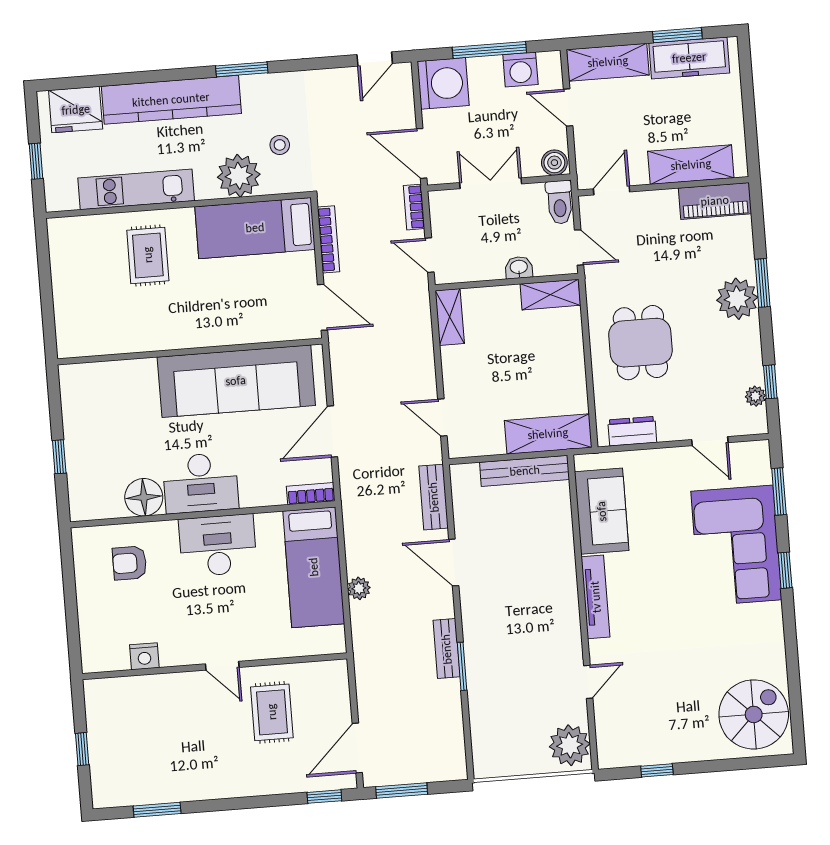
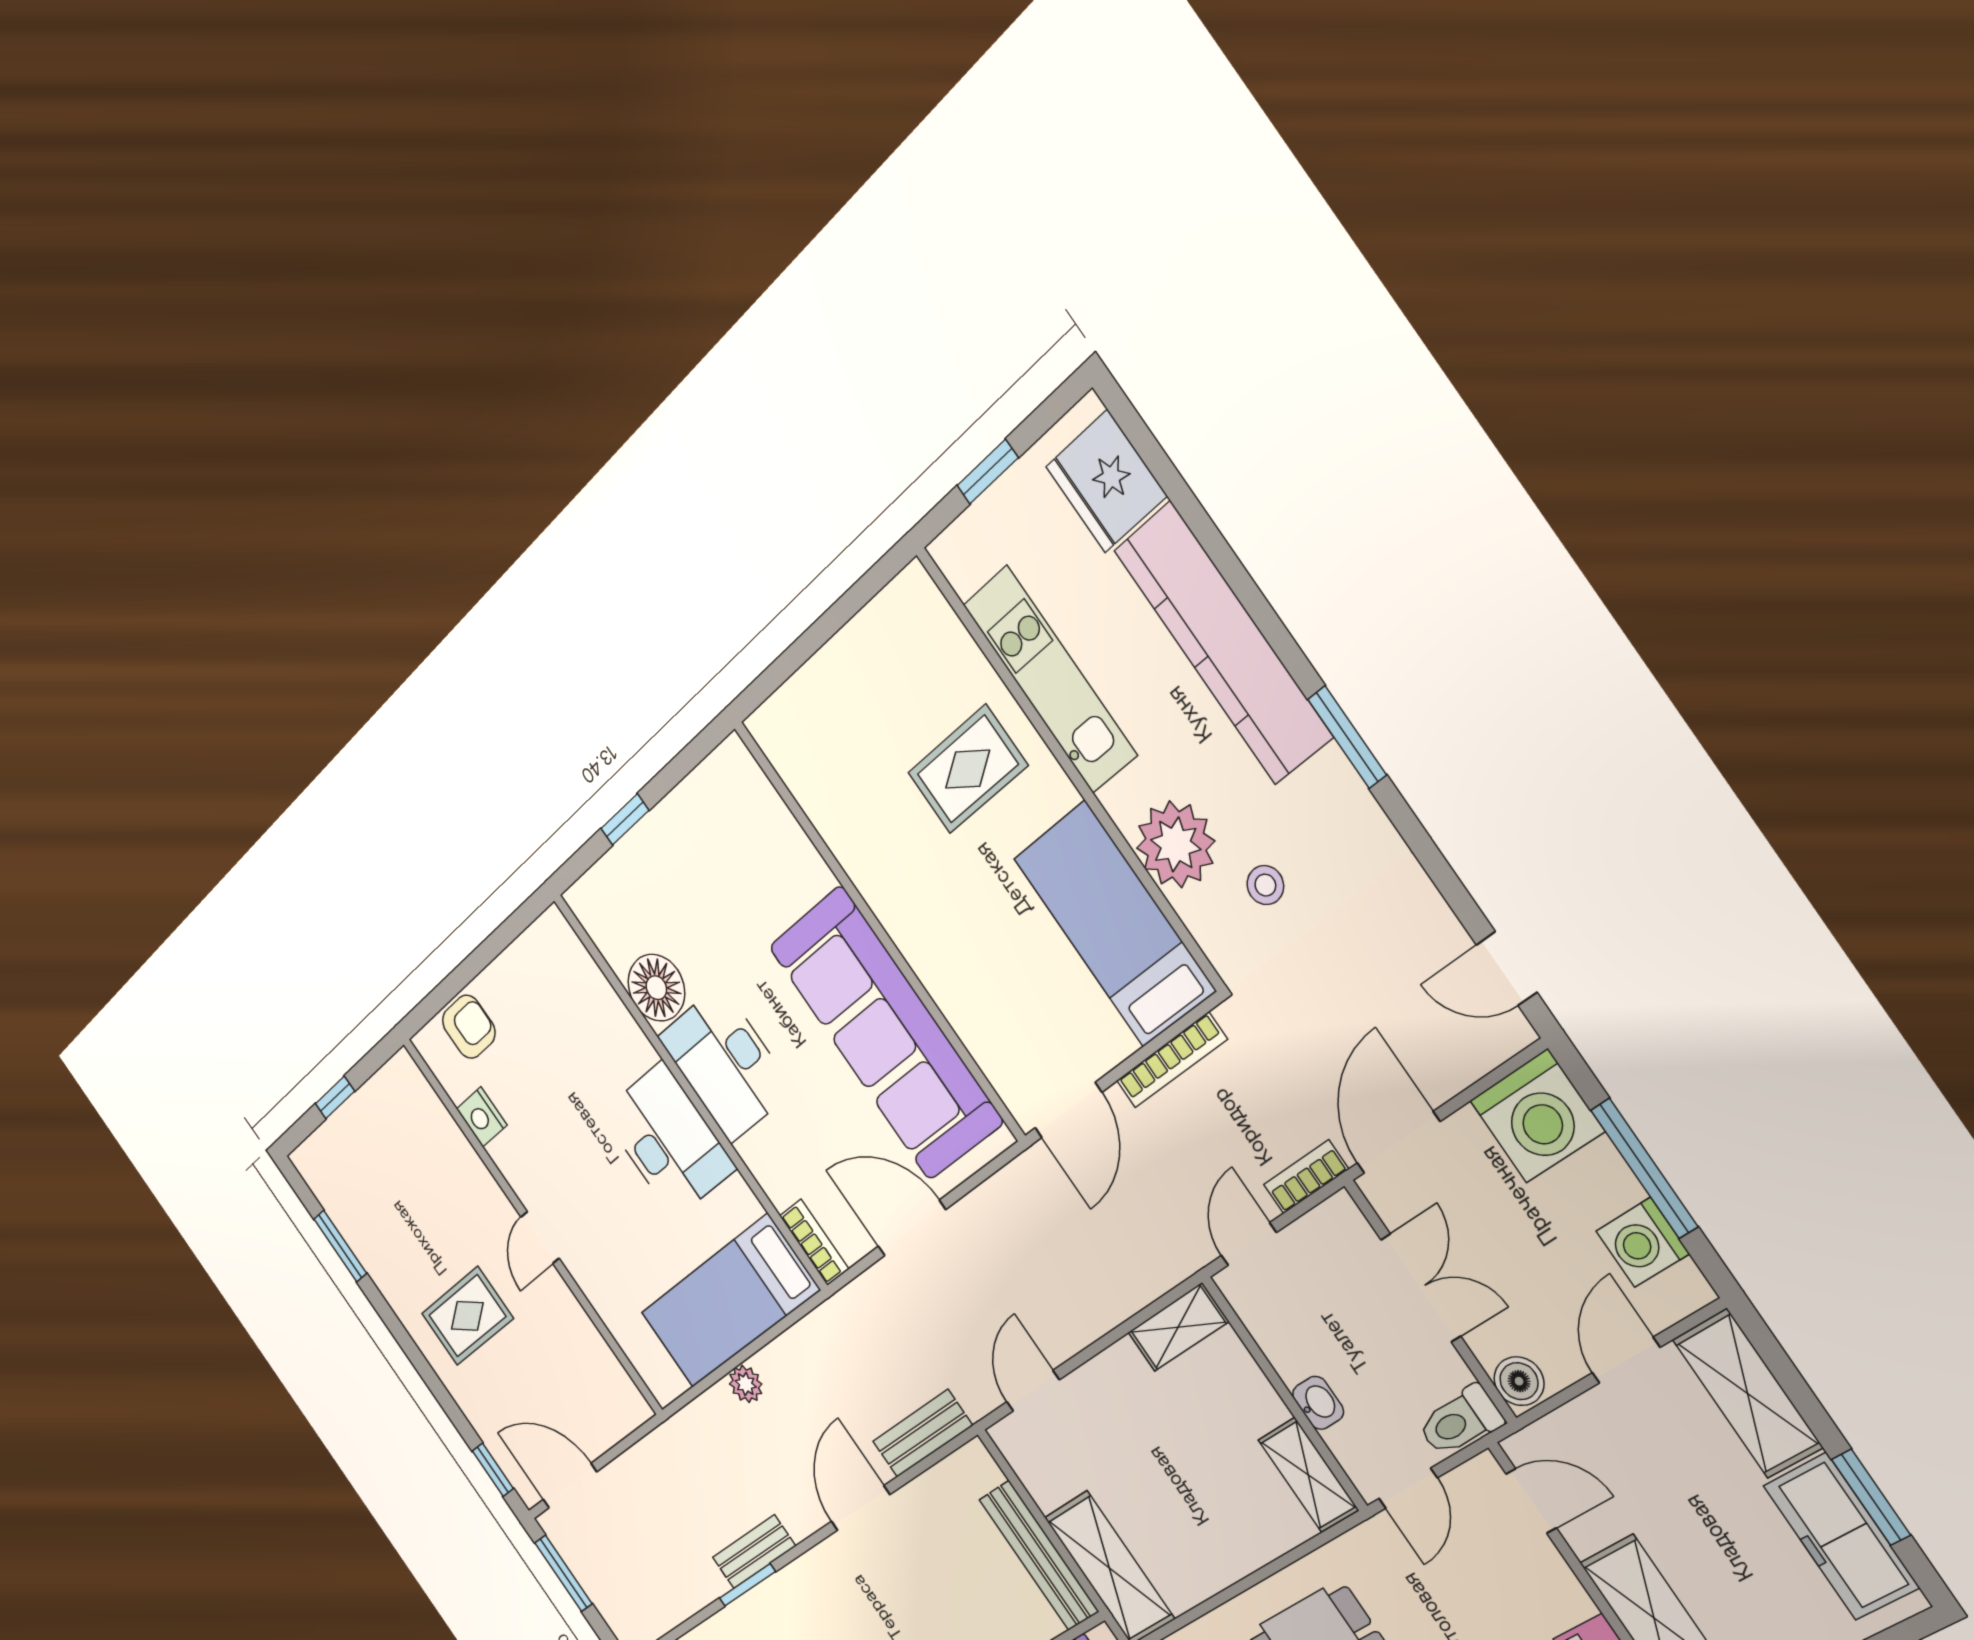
armchair: (130, 563) -> (469, 1027), moved, turned 90
rug: (272, 712) -> (467, 1316), moved

